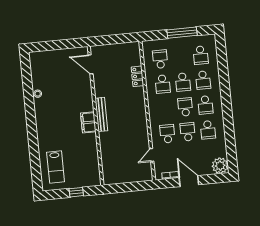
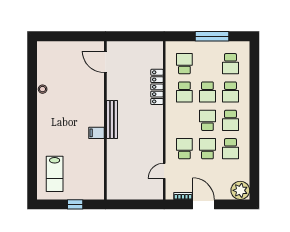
locker: (137, 76) -> (157, 87), width x1.53
filing cabinet: (88, 122) -> (97, 133), width x0.50

